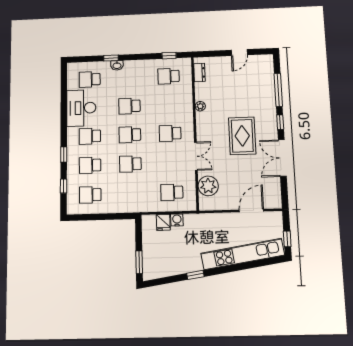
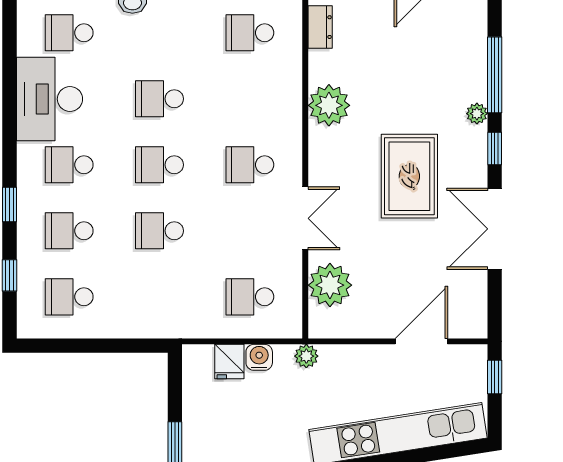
plant: (200, 106) -> (329, 105), width x1.88, depth x1.88
plant: (271, 107) -> (477, 114), added
plant: (199, 219) -> (306, 356), added
window: (287, 239) -> (495, 377), moved

